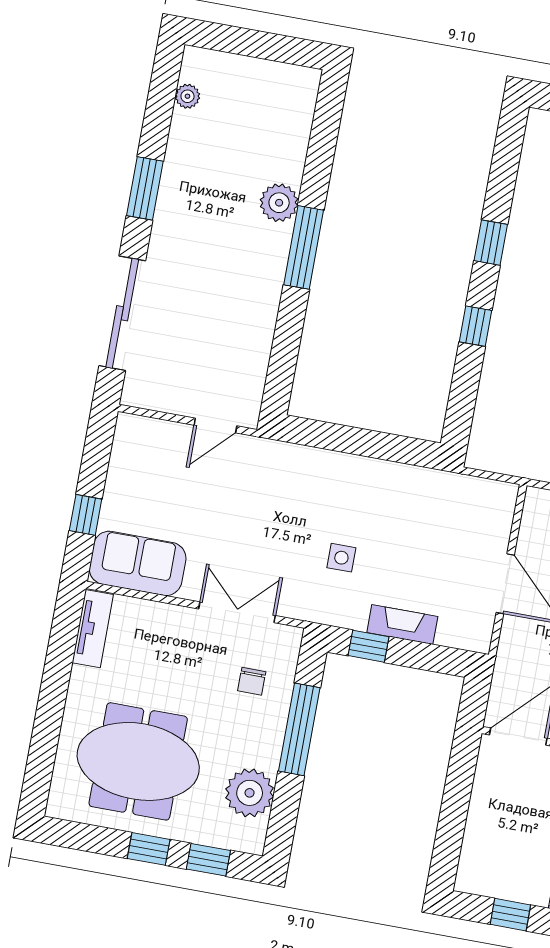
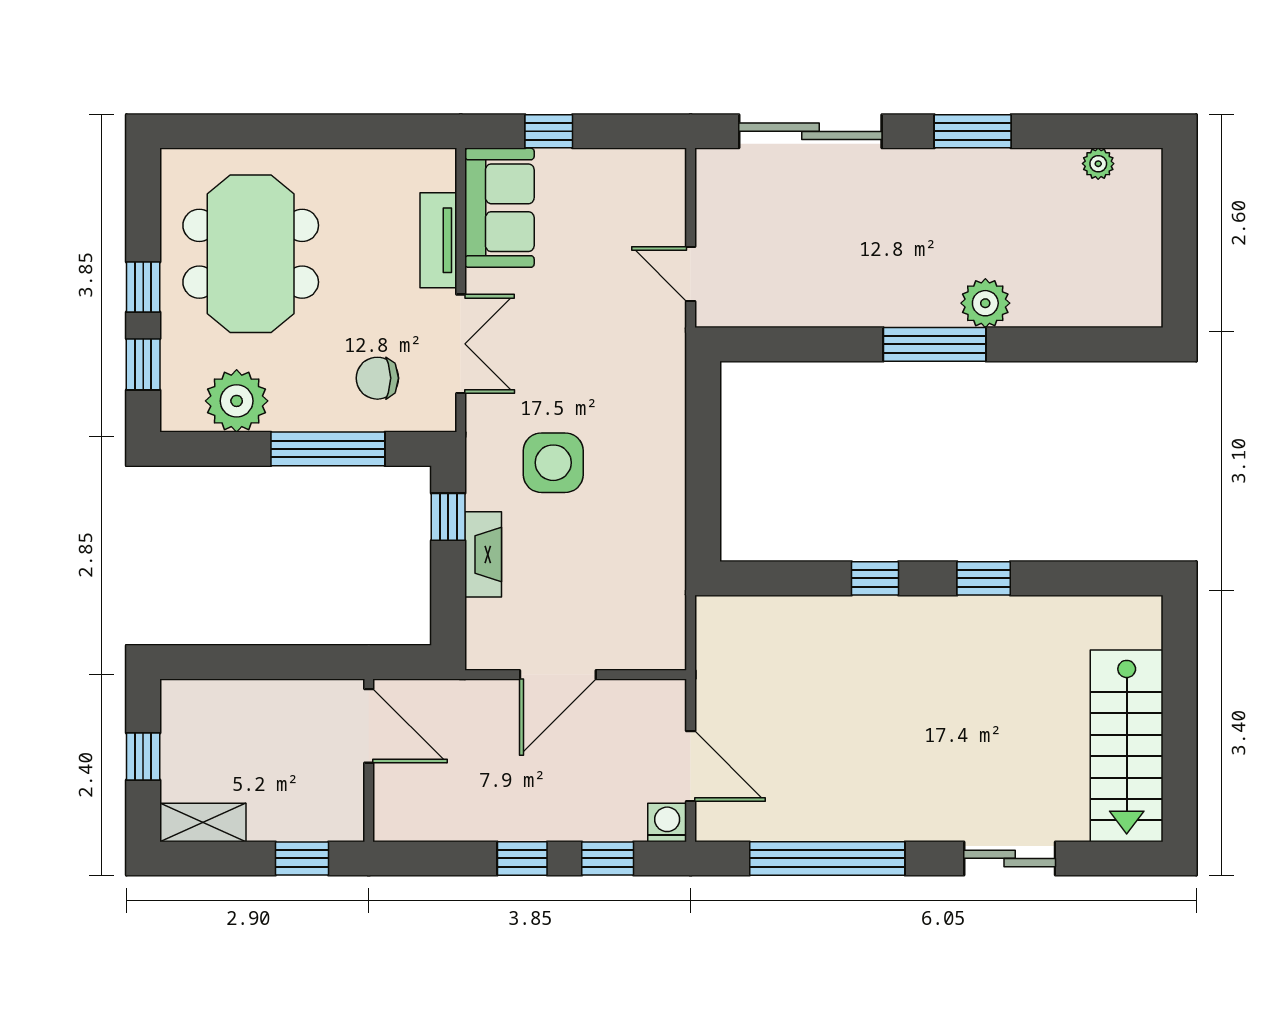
side table: (341, 558) -> (553, 463), width x1.87, depth x1.87
tv unit: (93, 629) -> (438, 240), moved, turned 90
chair: (252, 681) -> (377, 378), width x1.37, depth x1.37

